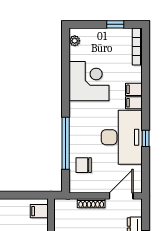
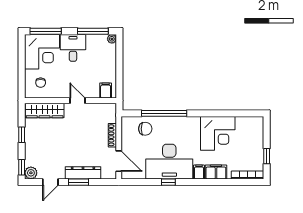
plant: (75, 41) -> (252, 121), removed
filing cabinet: (134, 89) -> (216, 172), width x2.00
chair: (84, 165) -> (145, 129), turned 90

